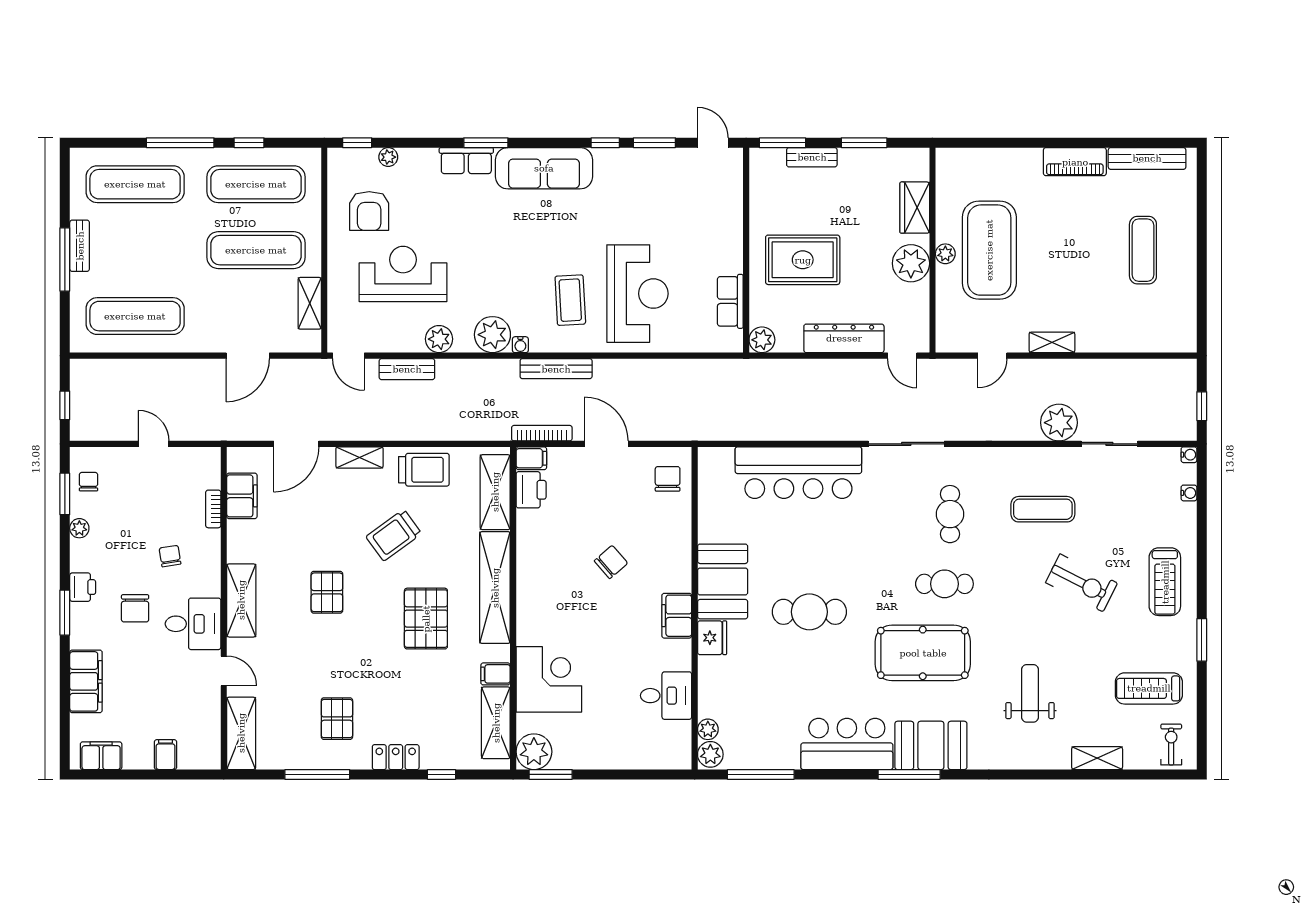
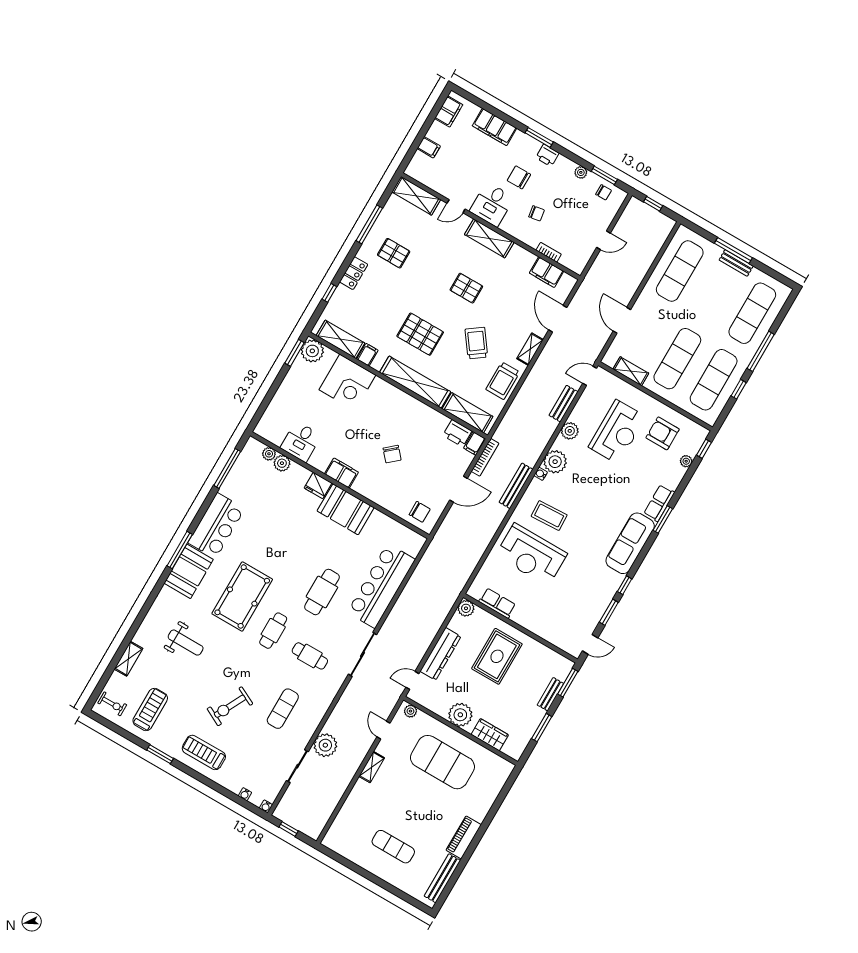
plant: (945, 254) -> (410, 711), moved
cafe table: (809, 612) -> (322, 592), moved
plant: (710, 754) -> (282, 463), moved

